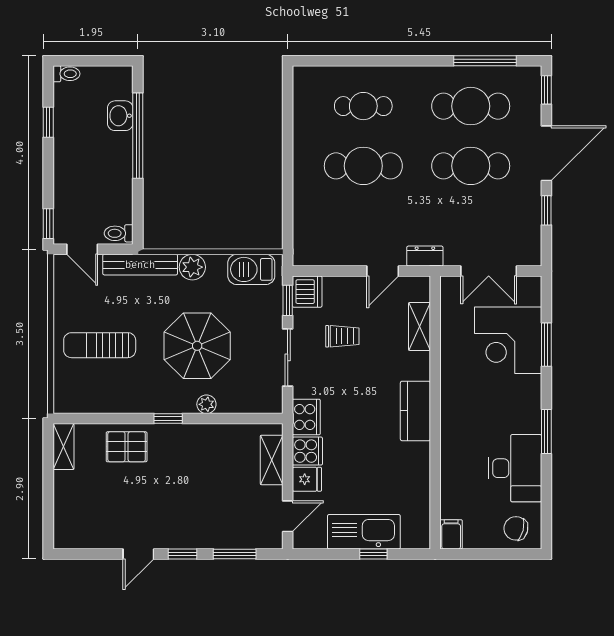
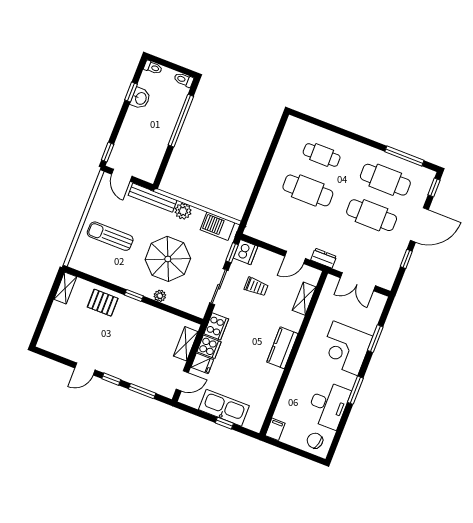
washbasin: (120, 116) -> (140, 98), moved, turned 180
toilet: (119, 233) -> (184, 80), moved
corner desk: (508, 340) -> (345, 348), moved

